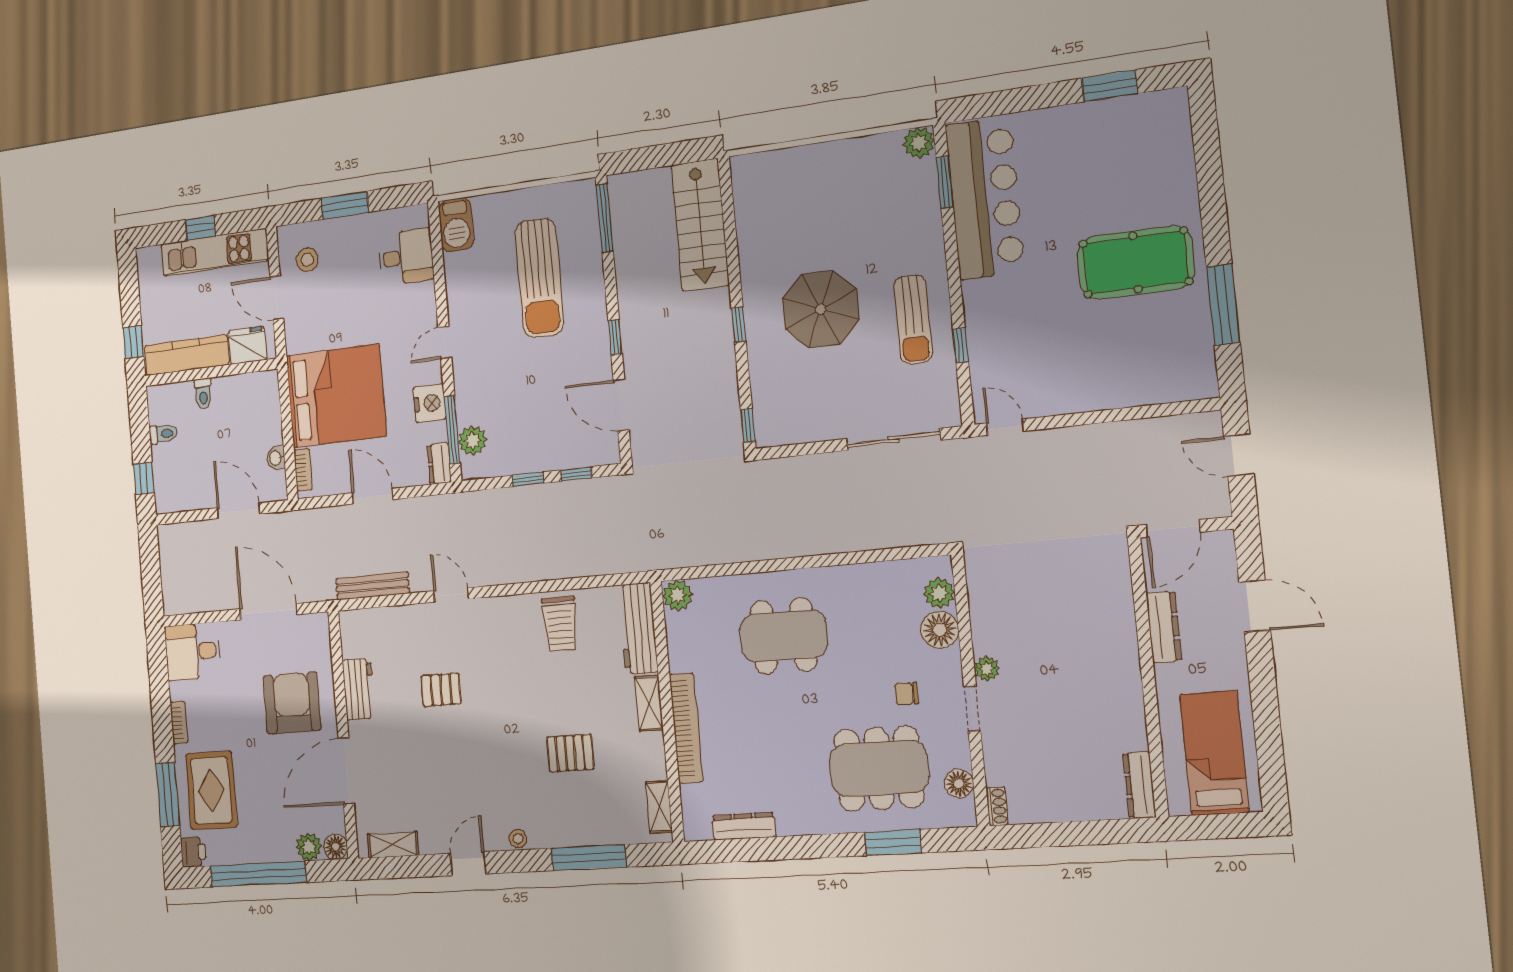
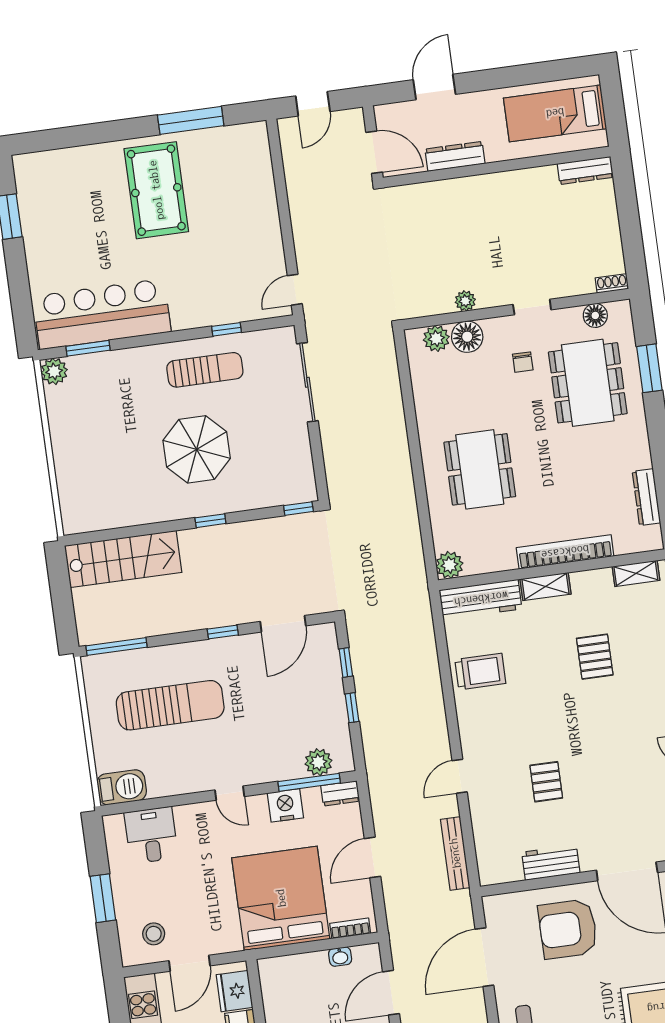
plant: (987, 669) -> (465, 301), moved

